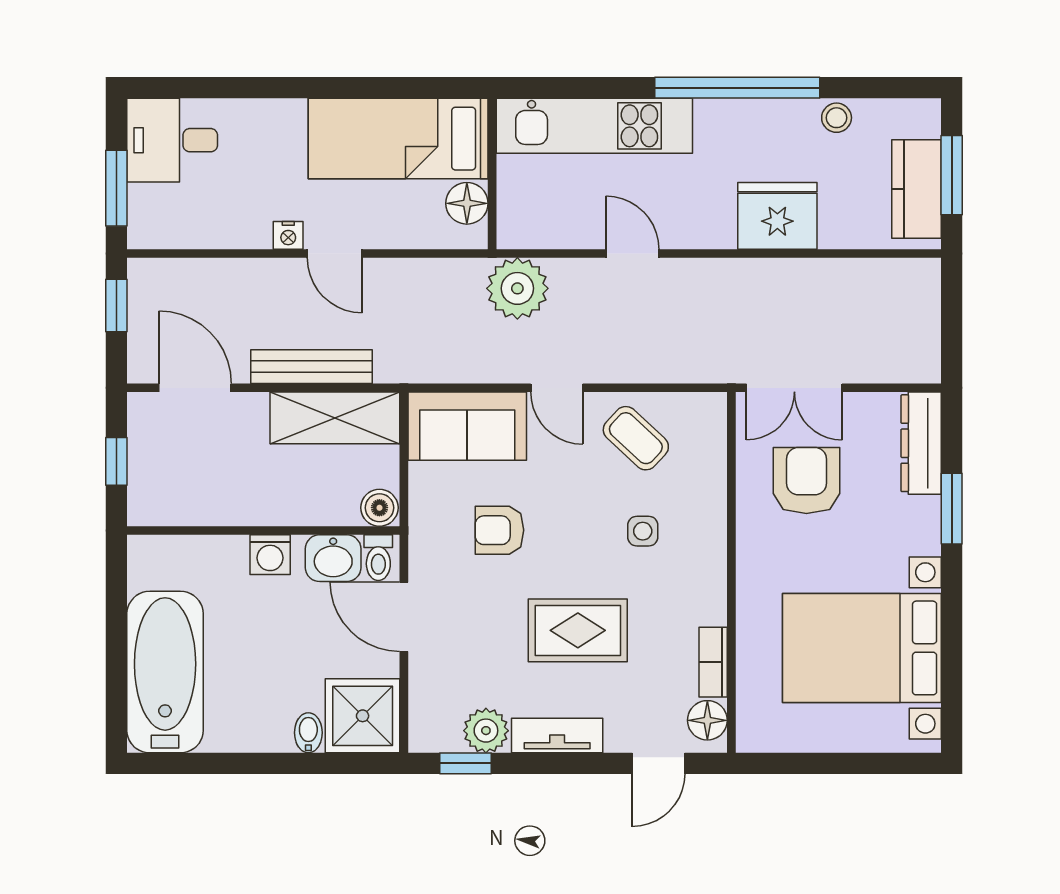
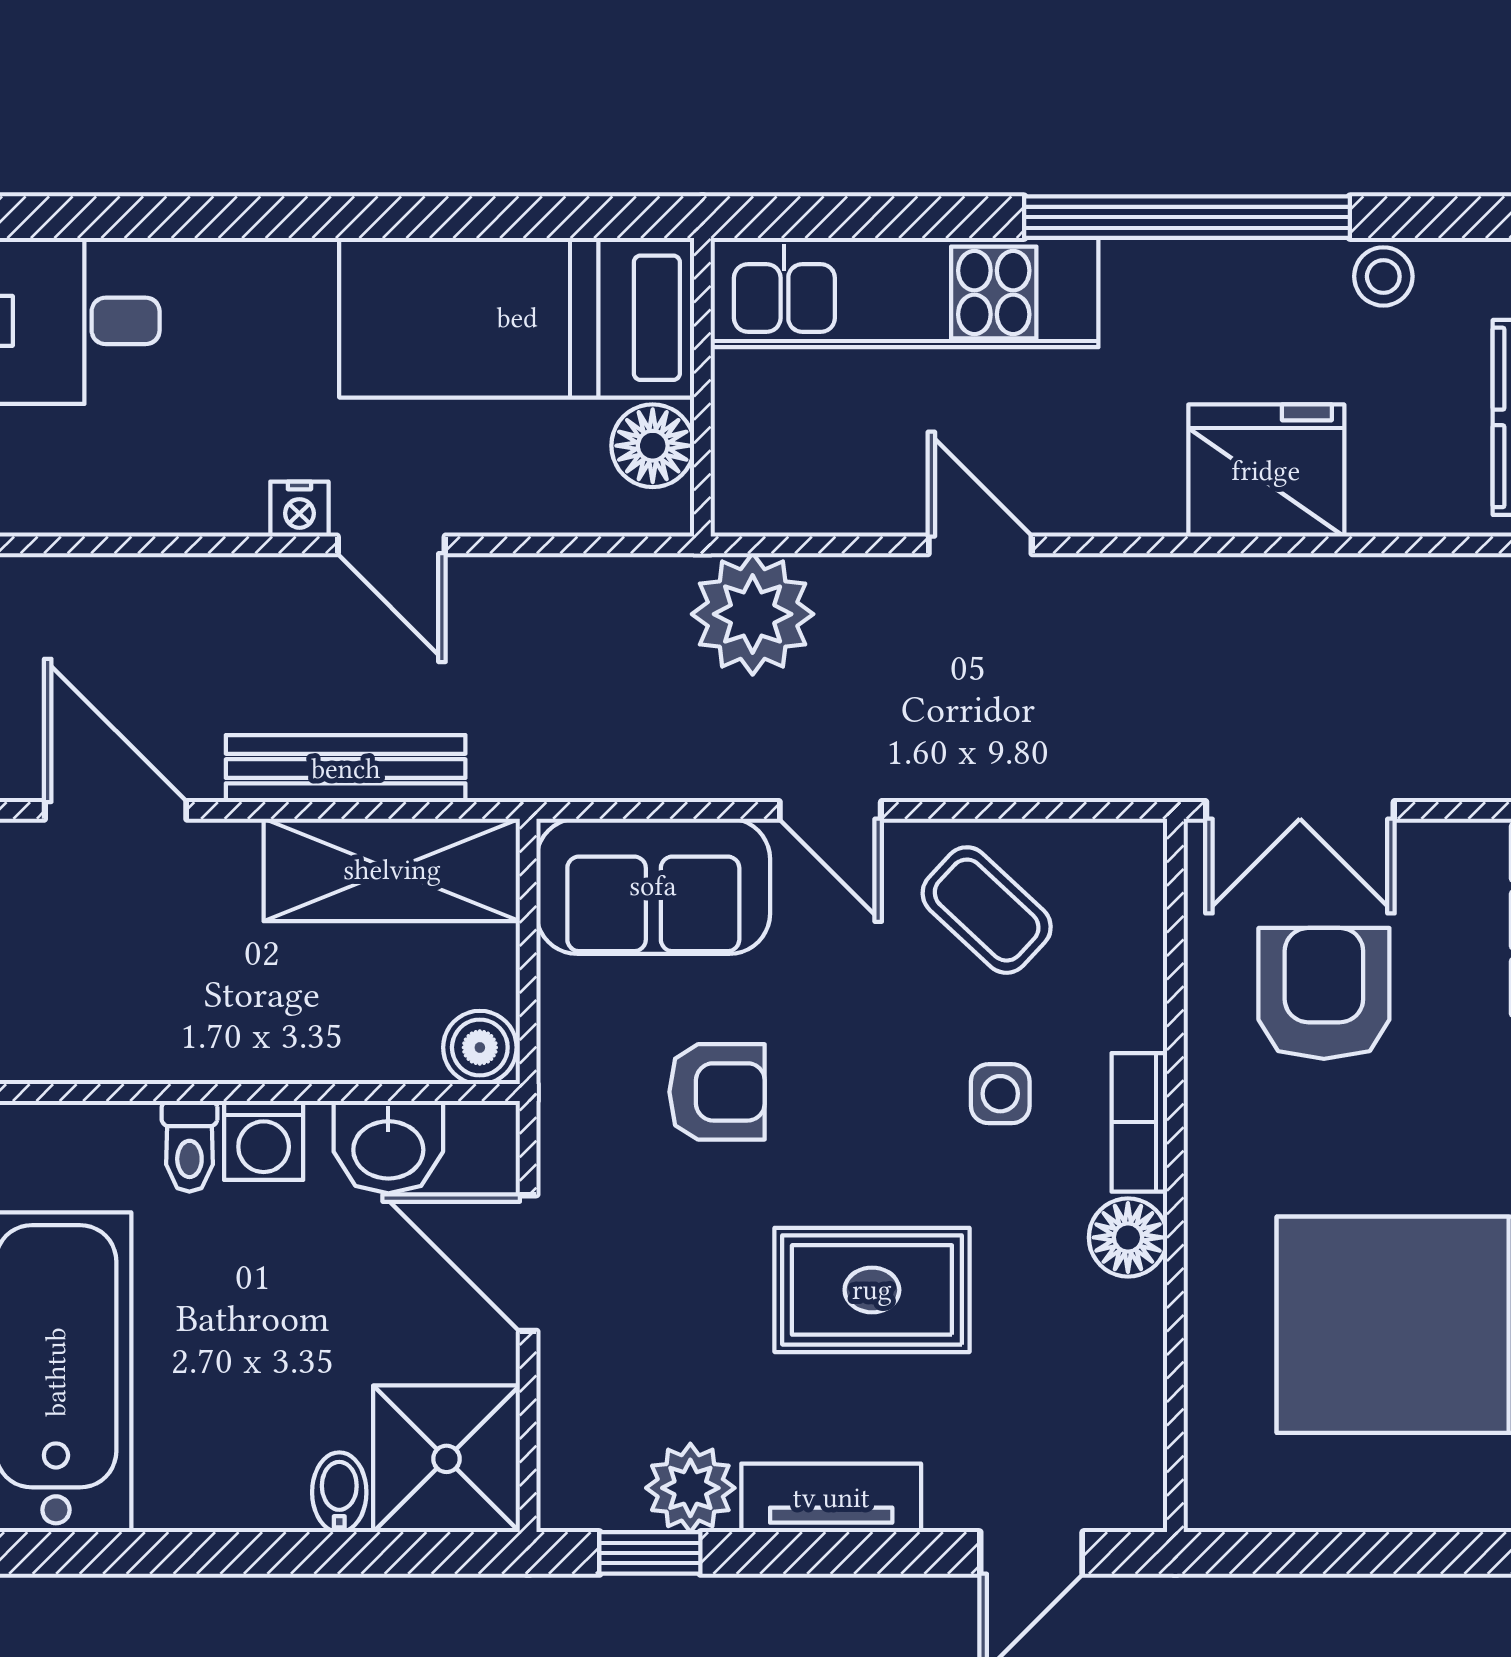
armchair: (499, 530) -> (717, 1092), turned 180
toilet: (378, 558) -> (189, 1146), moved
bookcase: (713, 662) -> (1139, 1122), moved
floor lamp: (707, 720) -> (1128, 1237), moved

